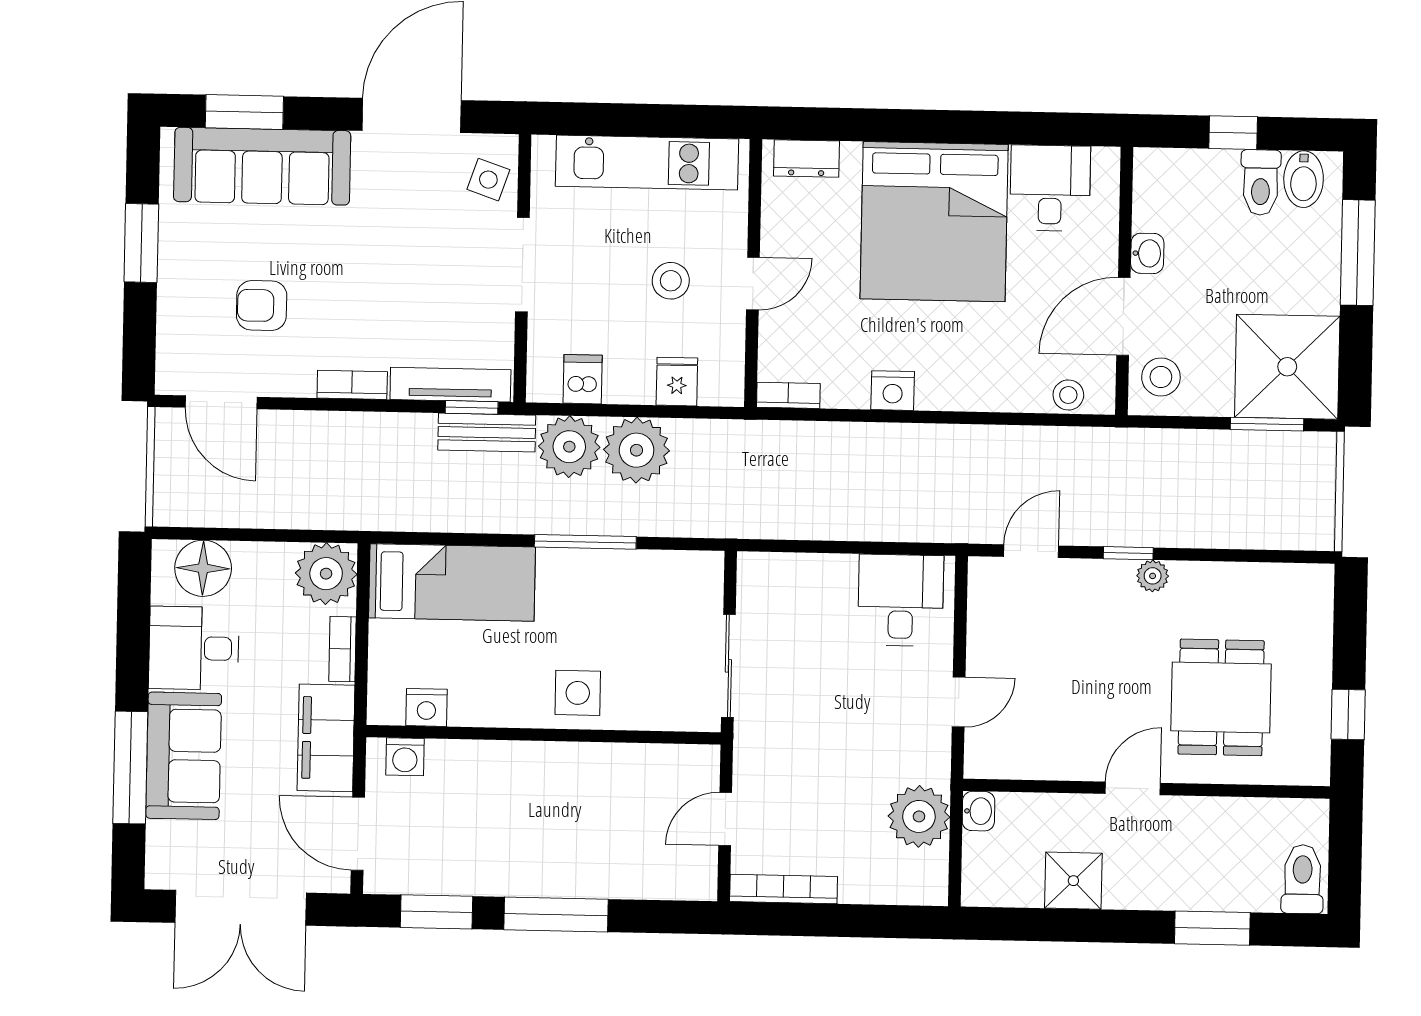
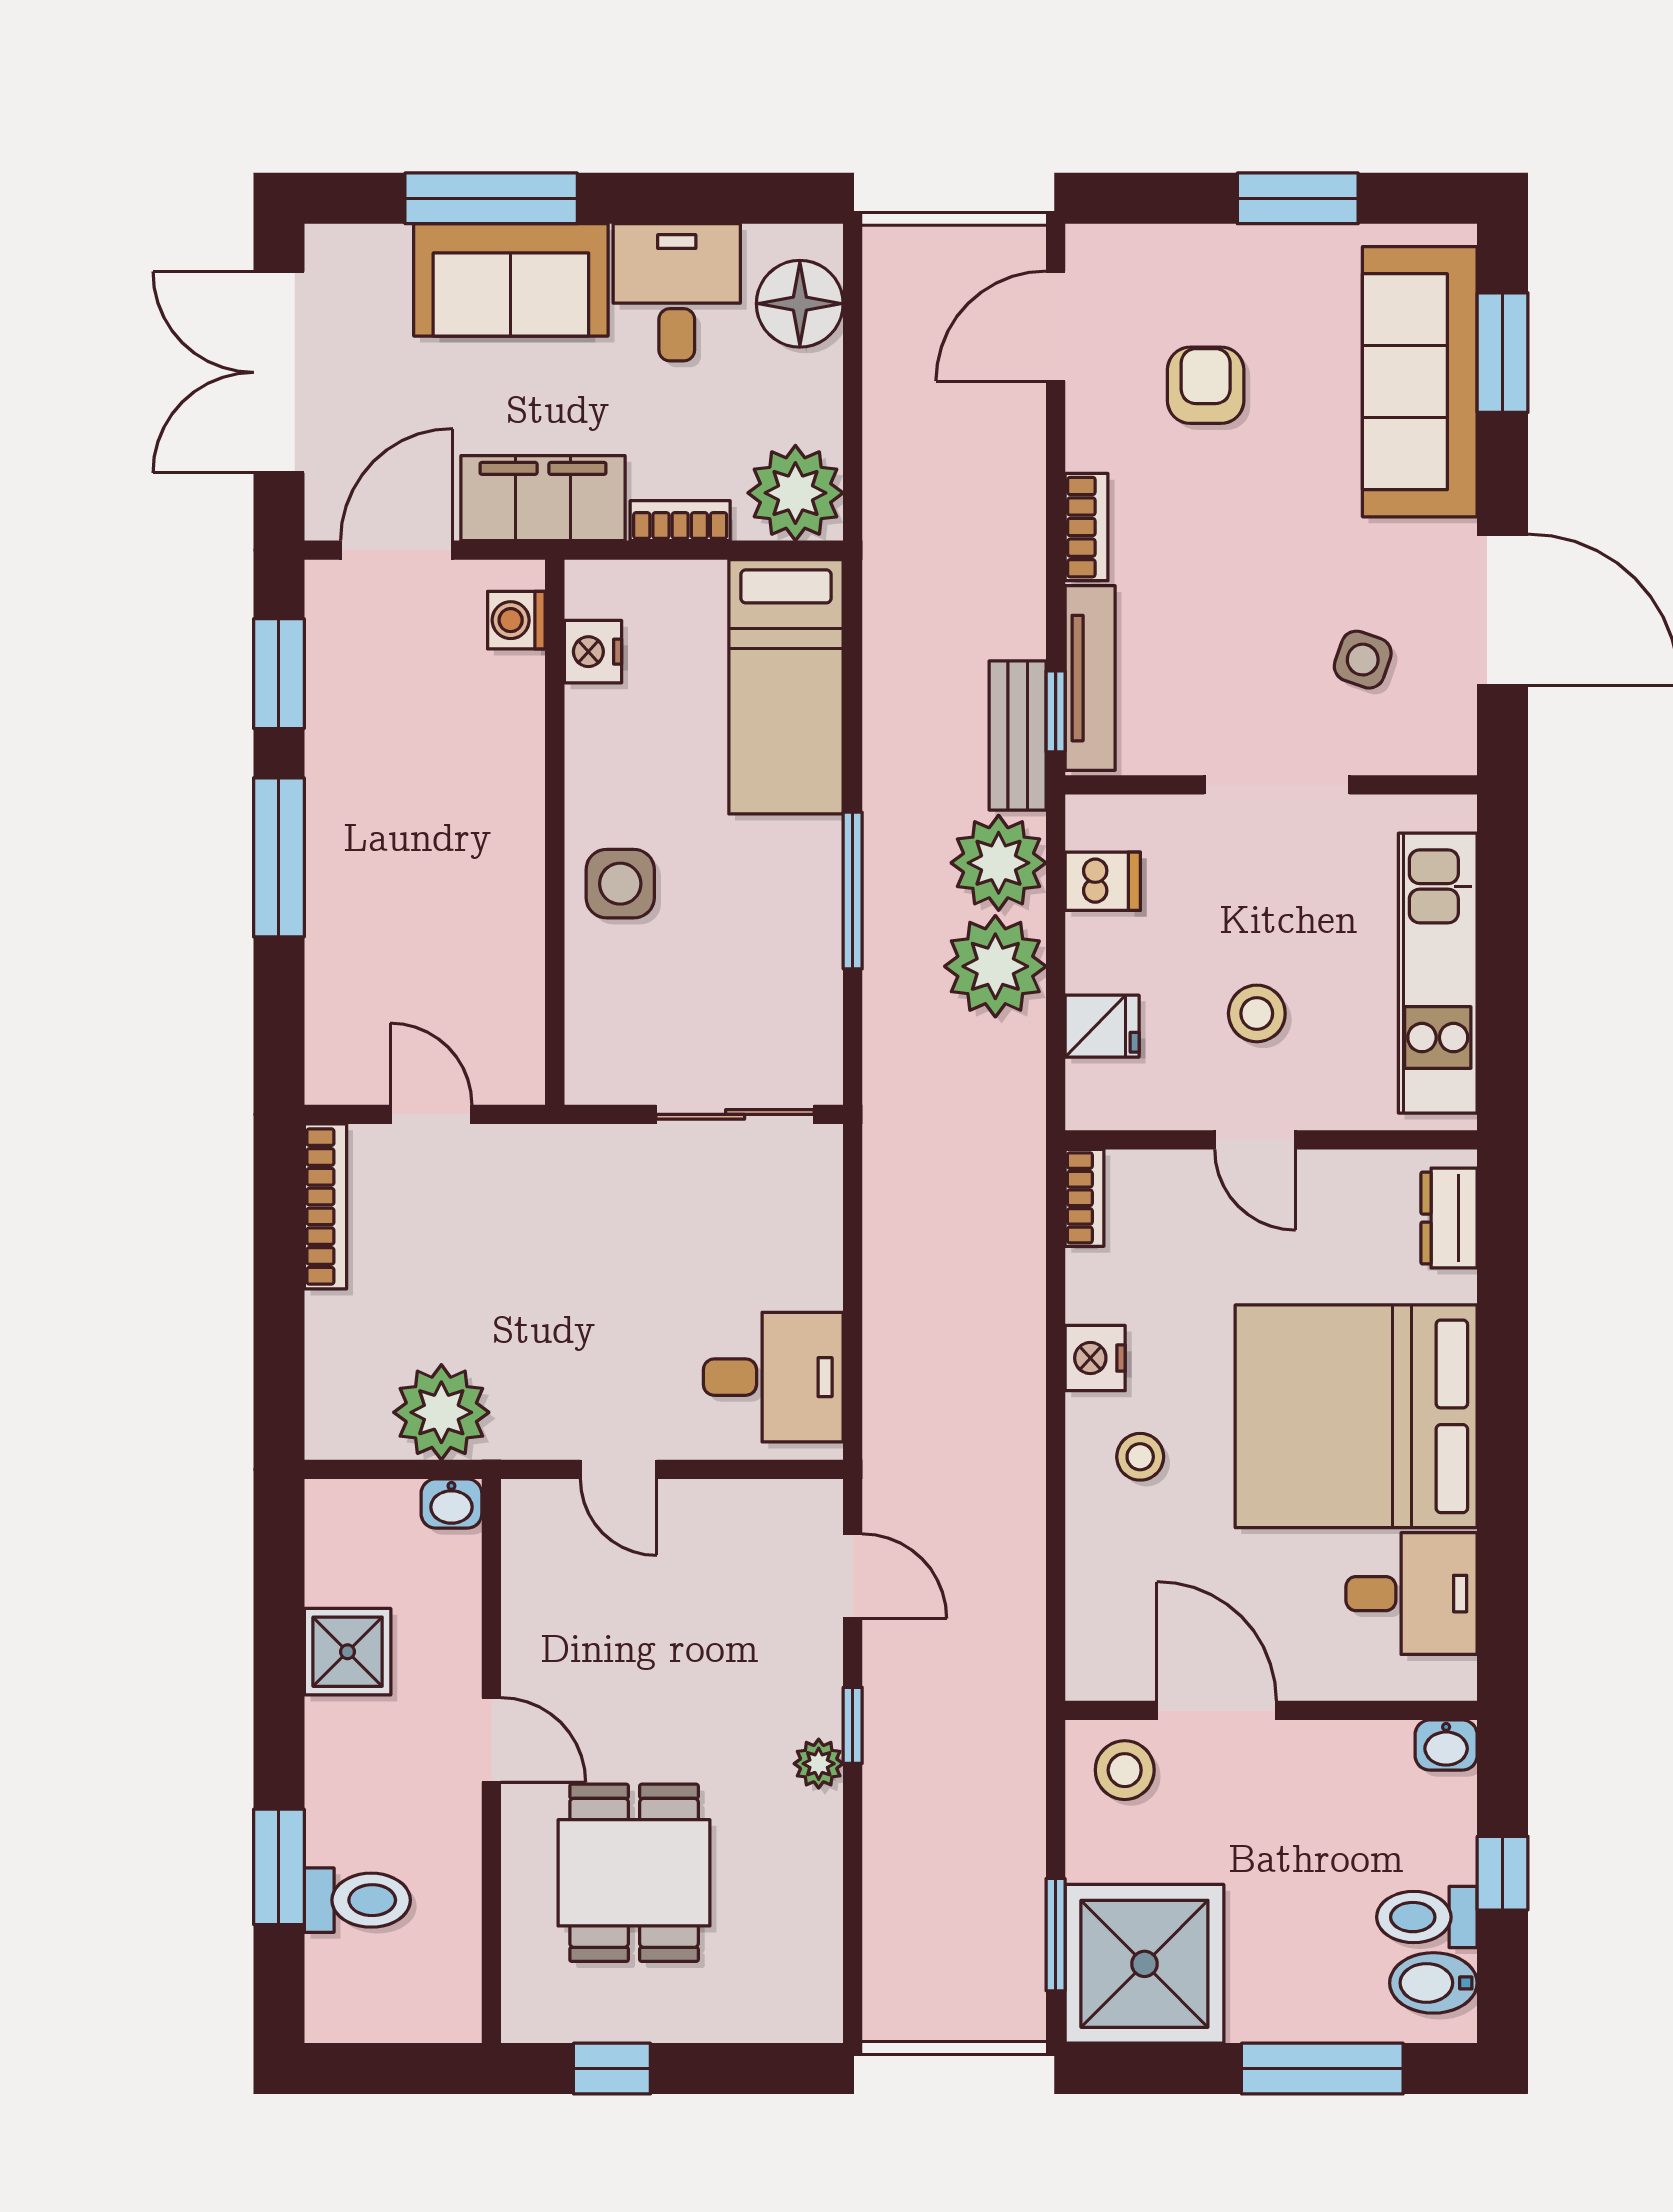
side table: (488, 180) -> (1363, 660), moved
washbasin: (1147, 253) -> (1446, 1745), moved
stool: (1068, 395) -> (1140, 1457), moved
sliding door: (728, 666) -> (735, 1114), moved
dining table: (1221, 697) -> (634, 1873), turned 90
toilet: (1302, 879) -> (357, 1900), moved

